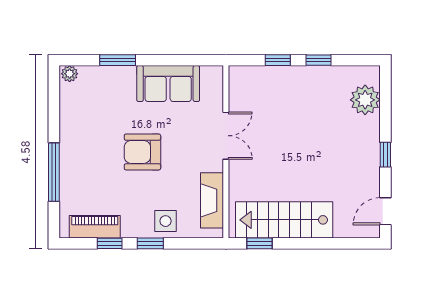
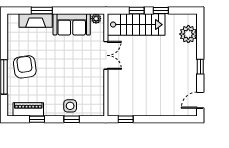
plant: (70, 74) -> (96, 19), moved
armchair: (142, 152) -> (25, 67), moved, turned 82
fireplace: (212, 200) -> (36, 20), moved, turned -90
stairs: (284, 220) -> (136, 25), moved, turned 180
window: (150, 243) -> (72, 119), moved

